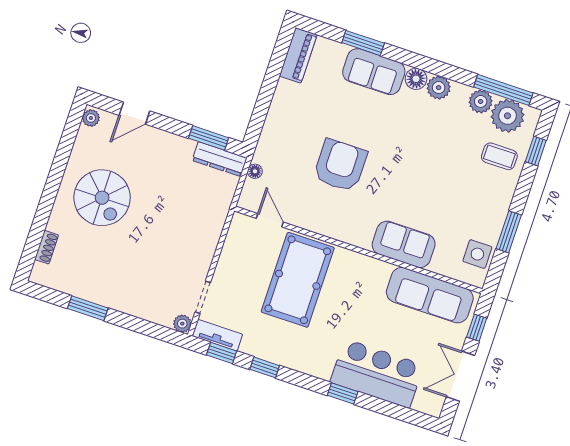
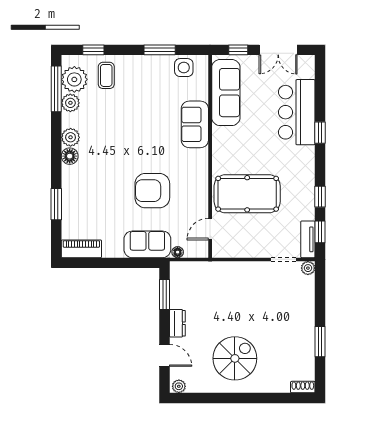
sofa: (374, 72) -> (147, 244), moved, turned -90
dresser: (220, 159) -> (177, 323), moved, width x0.70
shoe rack: (47, 247) -> (303, 387), moved

